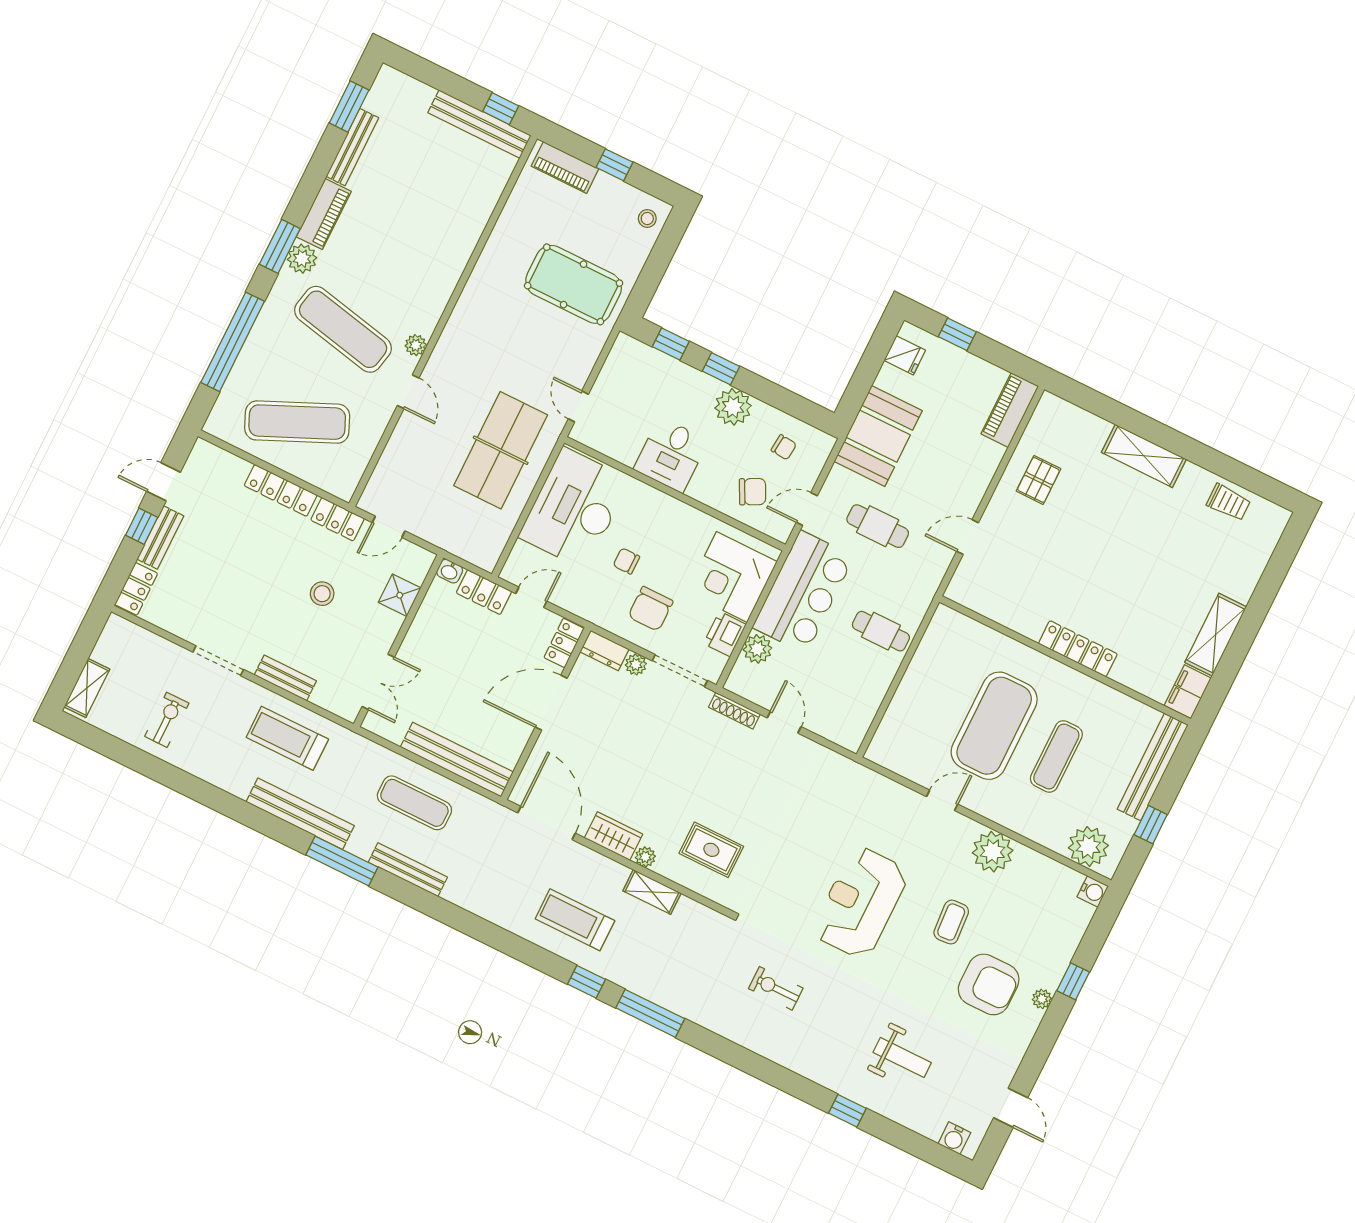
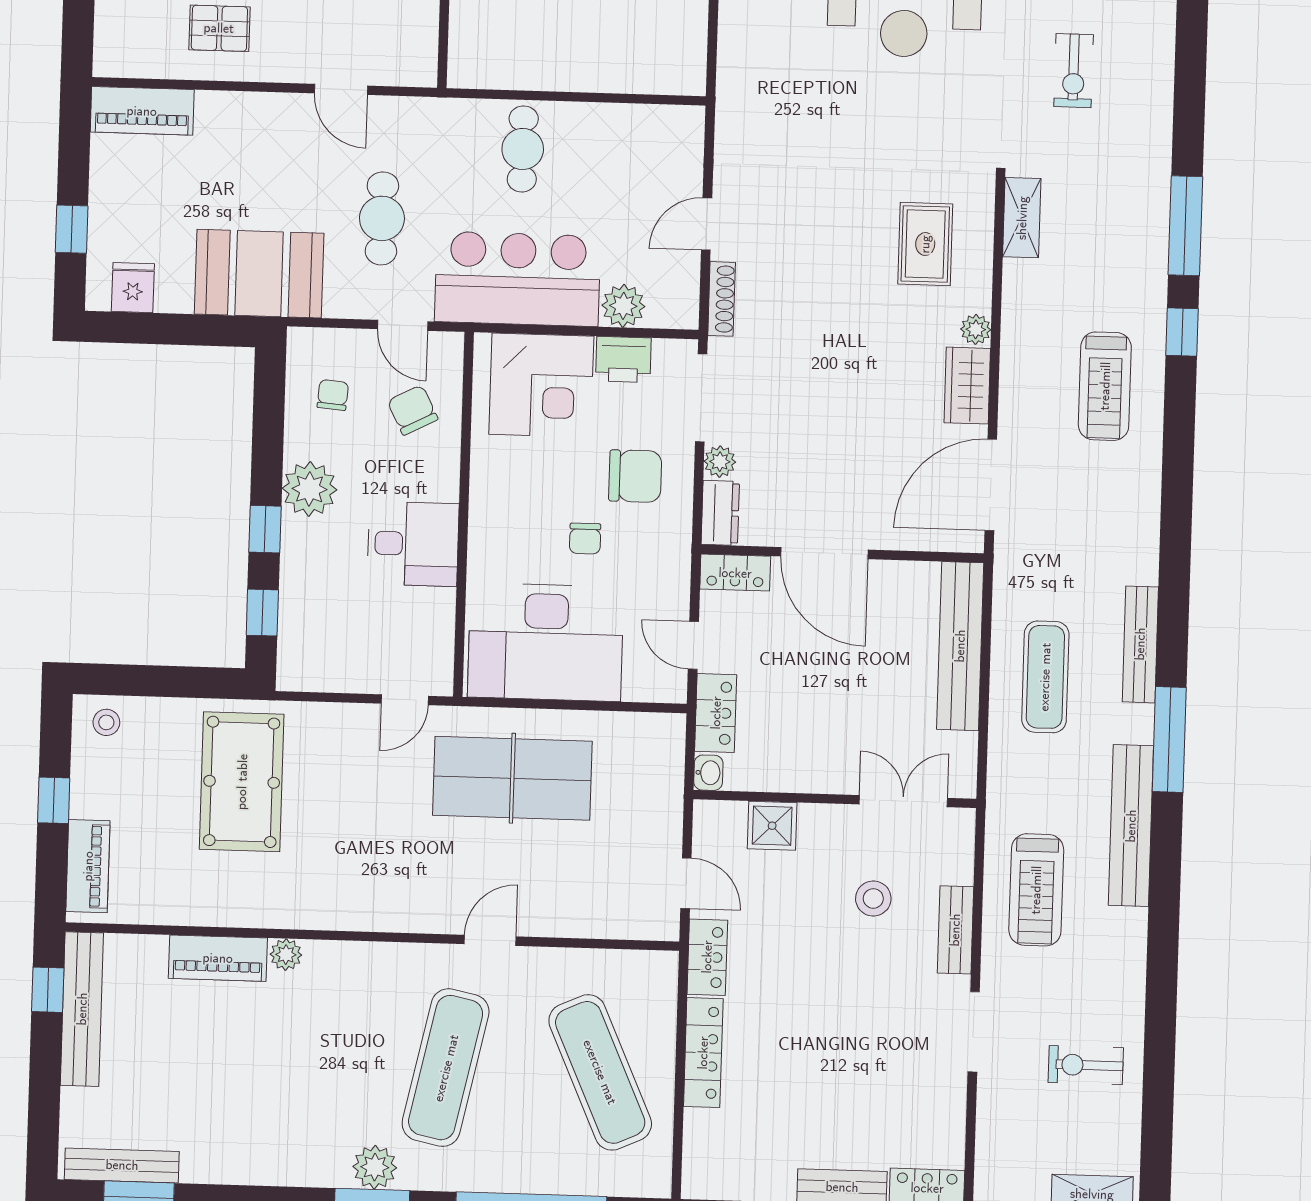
bench: (352, 147) -> (122, 1165), moved
piano: (324, 214) -> (218, 958), moved, turned 180
plant: (416, 345) -> (286, 955), moved
stool: (322, 594) -> (873, 899), moved
shelving: (652, 892) -> (1022, 218), moved

